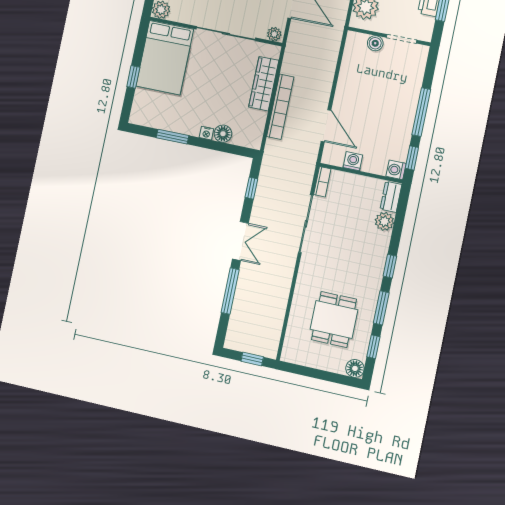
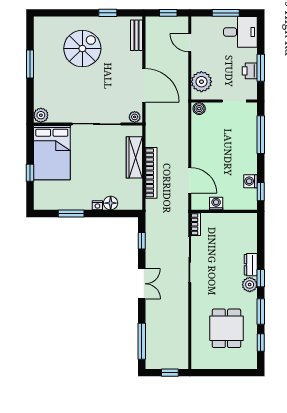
boiler: (375, 43) -> (199, 109), moved
window: (421, 112) -> (261, 135), moved
washing machine: (396, 170) -> (250, 181), moved
dresser: (391, 197) -> (251, 265), moved
plant: (384, 221) -> (250, 285), moved
window: (230, 291) -> (142, 341), moved
floor lamp: (355, 368) -> (250, 362), removed

